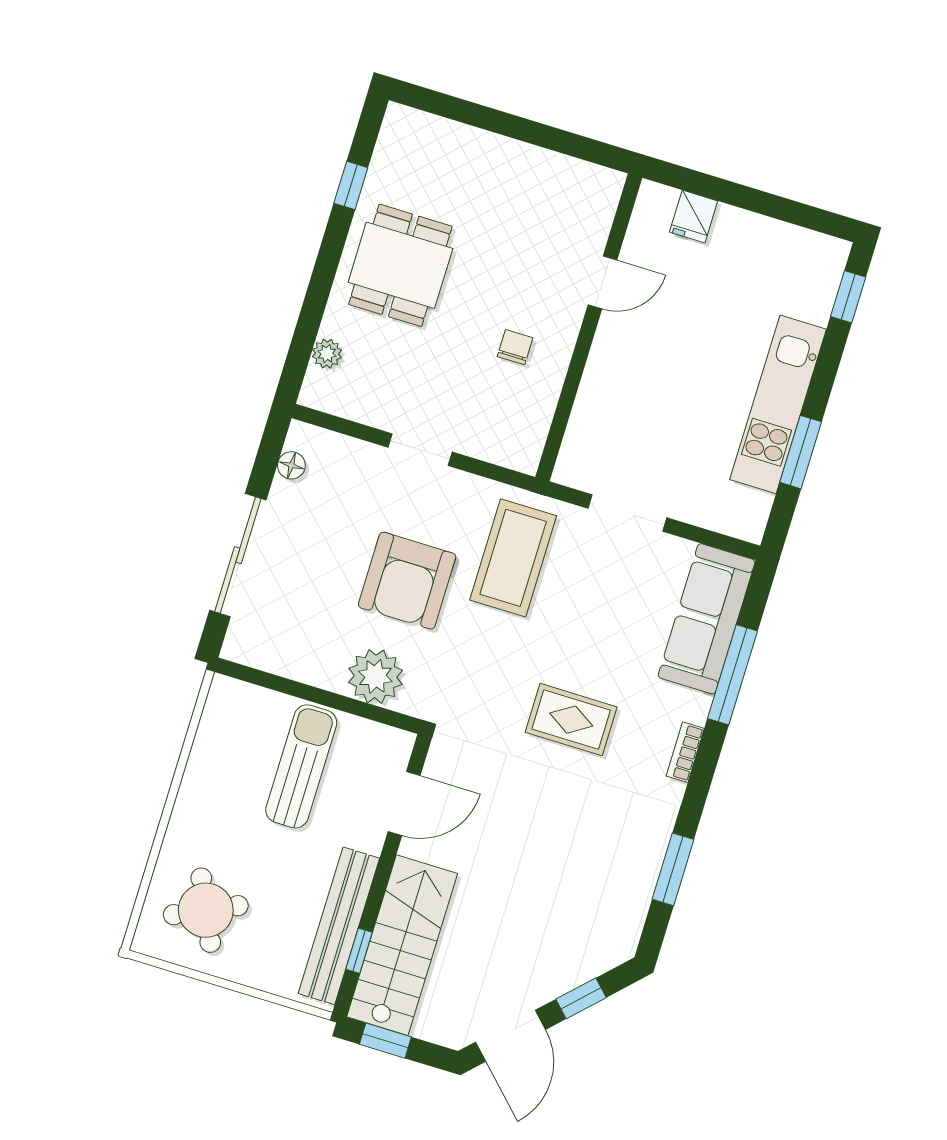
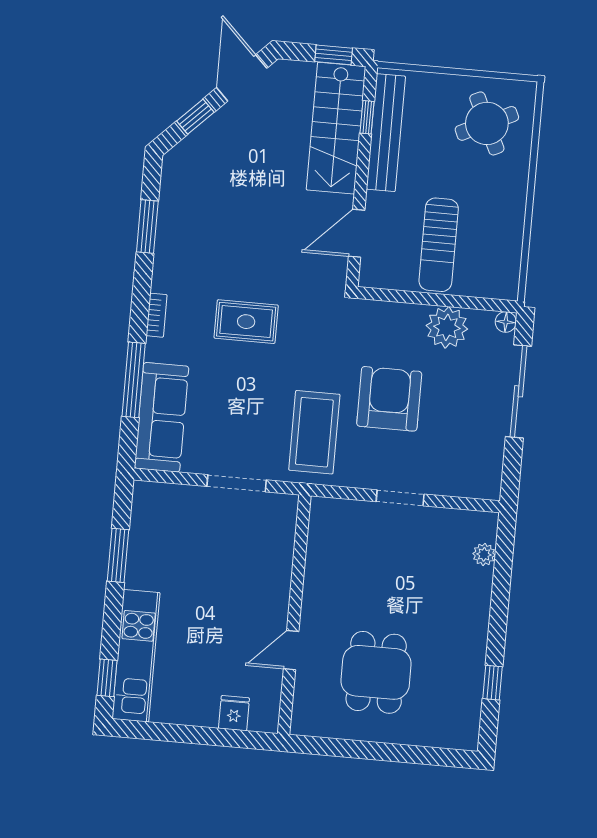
dining table: (400, 265) -> (376, 672), moved
chair: (515, 347) -> (346, 589), removed
kitchen unit: (778, 404) -> (136, 656), moved
floor lamp: (291, 465) -> (506, 322), moved
plant: (375, 676) -> (447, 327), moved

